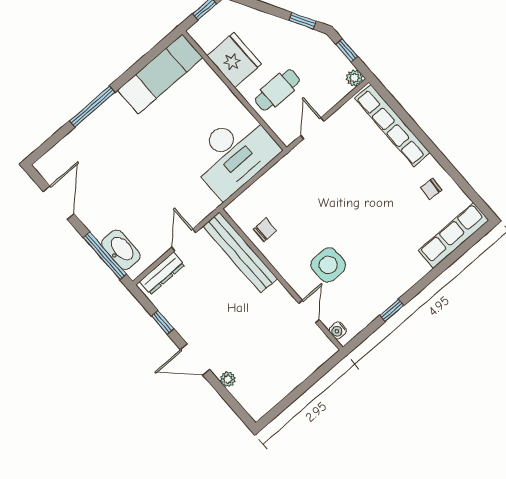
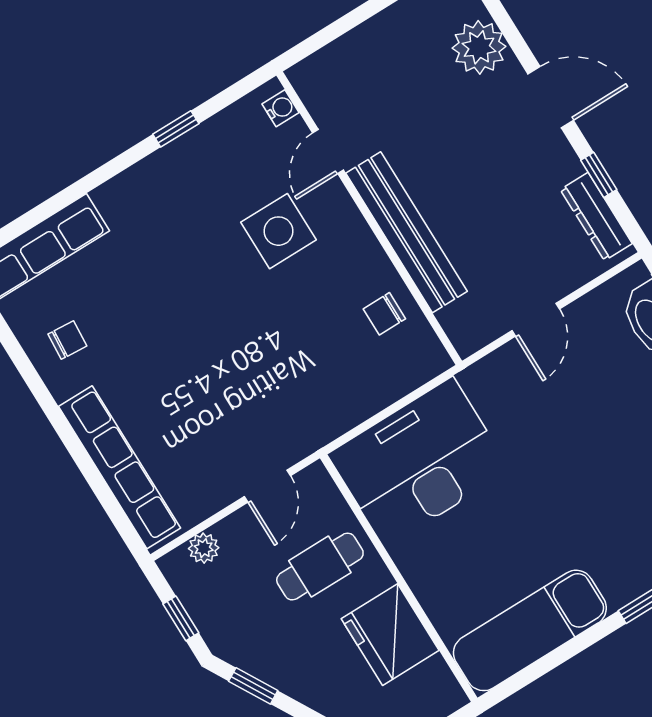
plant: (354, 78) -> (204, 548), moved
bench: (240, 252) -> (407, 232), moved
dresser: (162, 273) -> (596, 217), moved, turned -90
plant: (228, 379) -> (479, 47), width x1.88, depth x1.88

